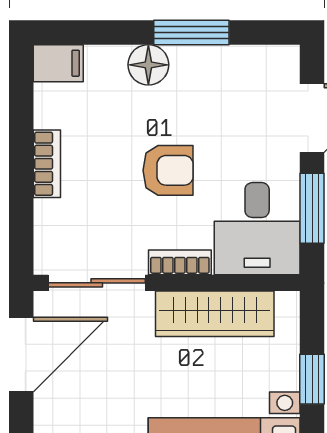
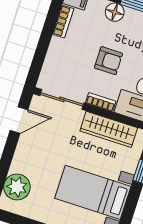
bookcase: (47, 164) -> (63, 21), moved
door: (21, 355) -> (19, 120), width x0.73

